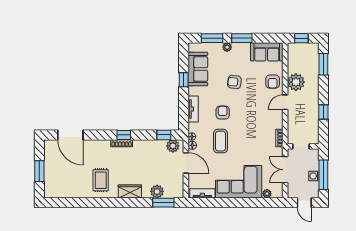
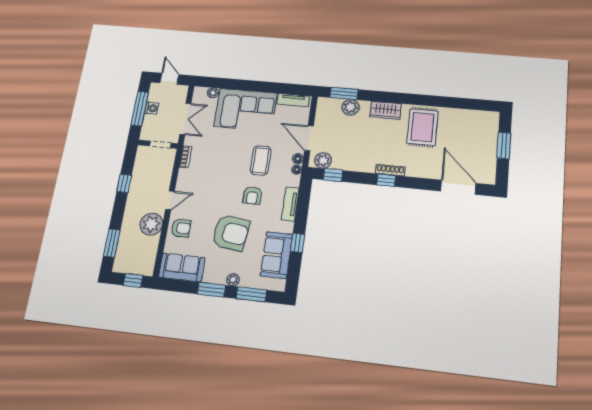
armchair: (234, 82) -> (231, 233), width x1.88, depth x1.88
armchair: (273, 82) -> (181, 228), turned 90
rug: (101, 180) -> (422, 127), width x1.36, depth x1.43

